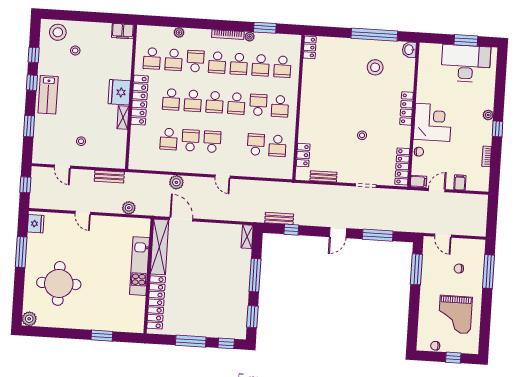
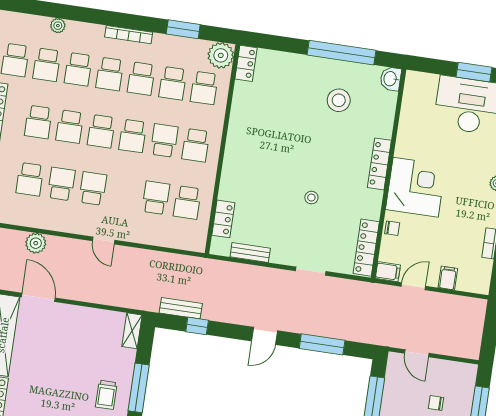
plant: (250, 37) -> (221, 55), moved, width x1.88, depth x1.88
school desk: (195, 61) -> (78, 69), turned 180
trolley: (233, 282) -> (106, 395), added

